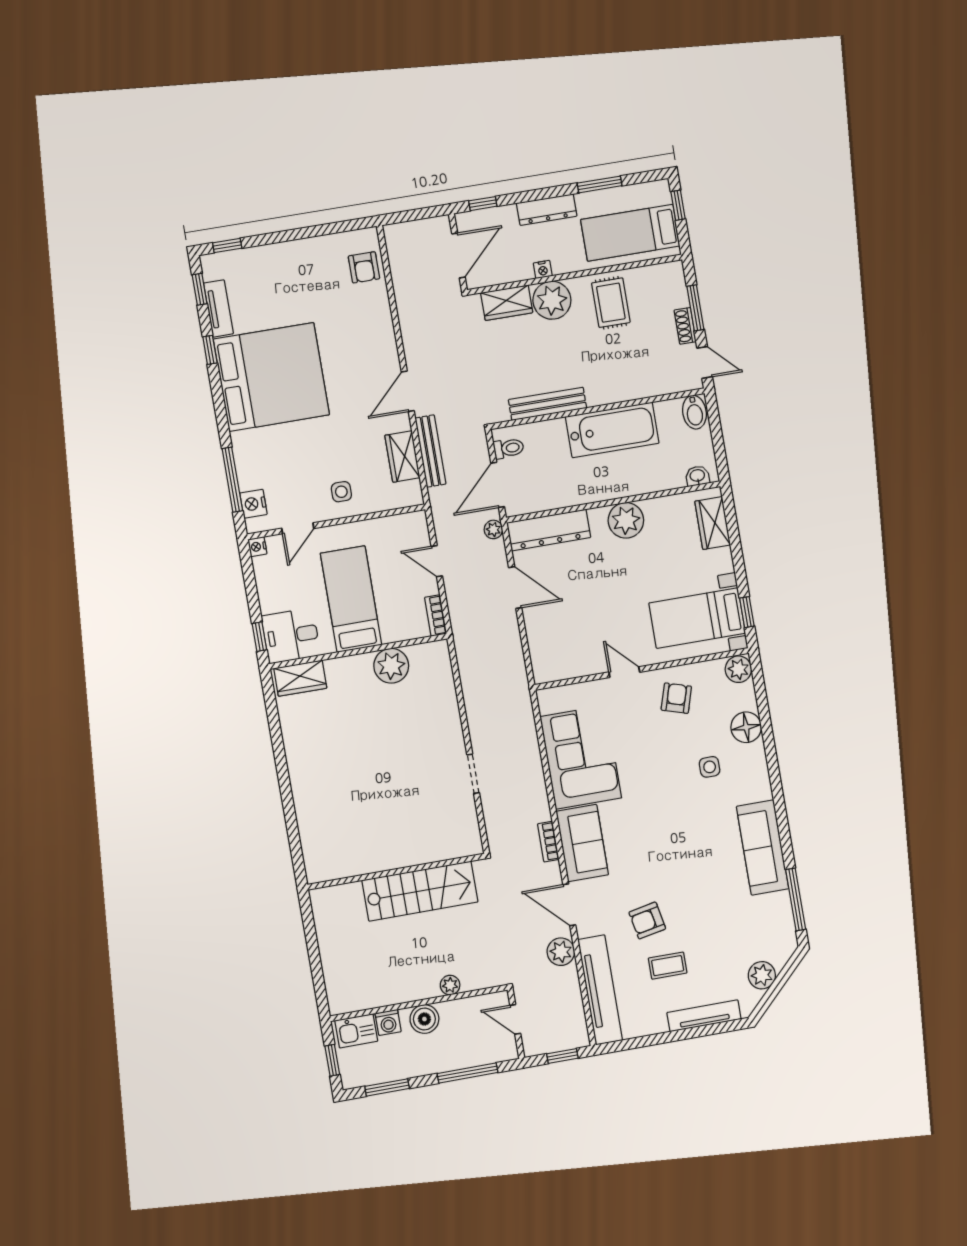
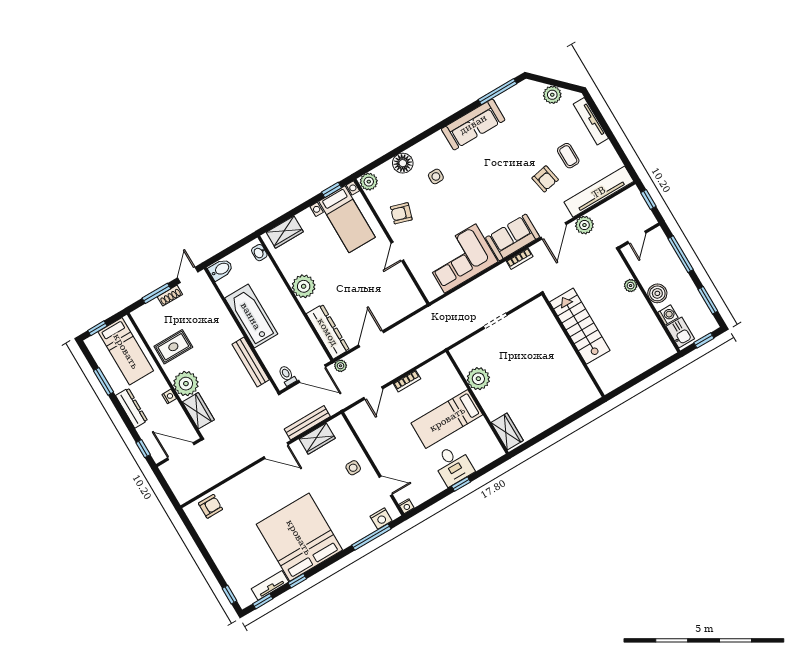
bed: (351, 599) -> (447, 419), moved
wall: (358, 651) -> (477, 402), moved
plant: (391, 666) -> (478, 379), moved
wardrobe: (300, 678) -> (507, 431), moved

